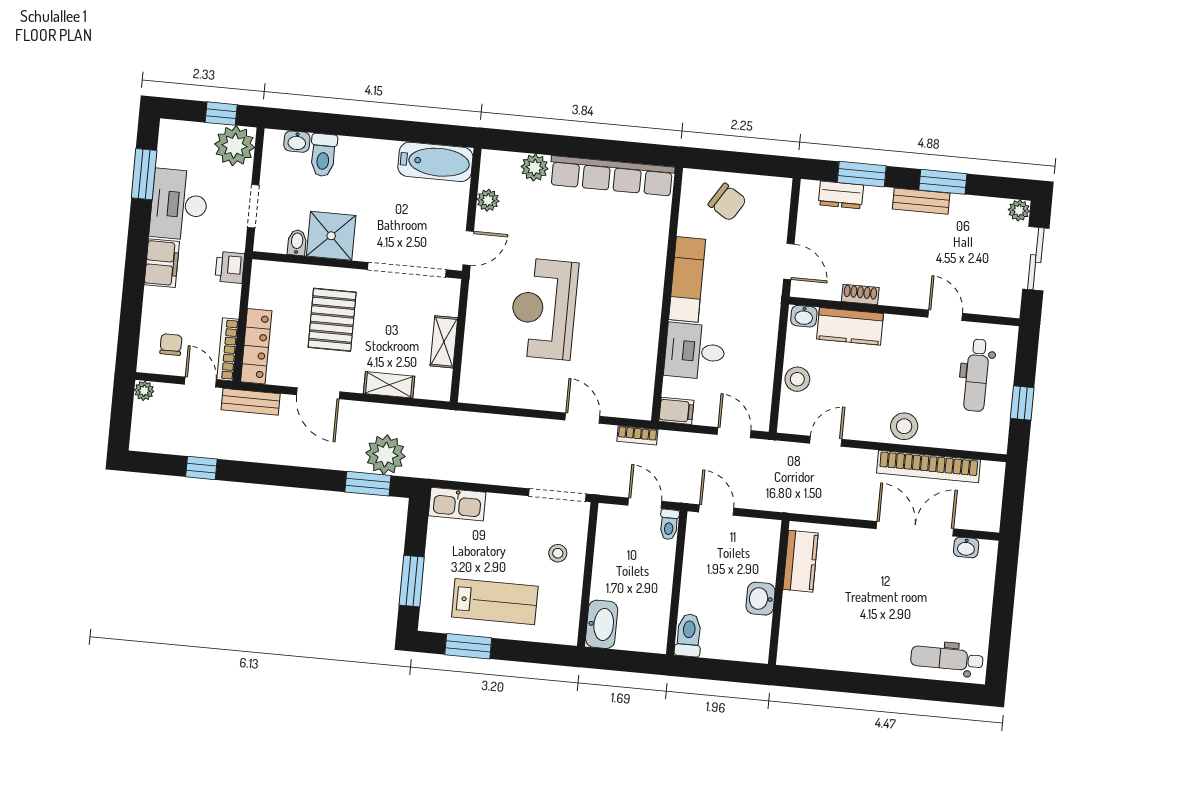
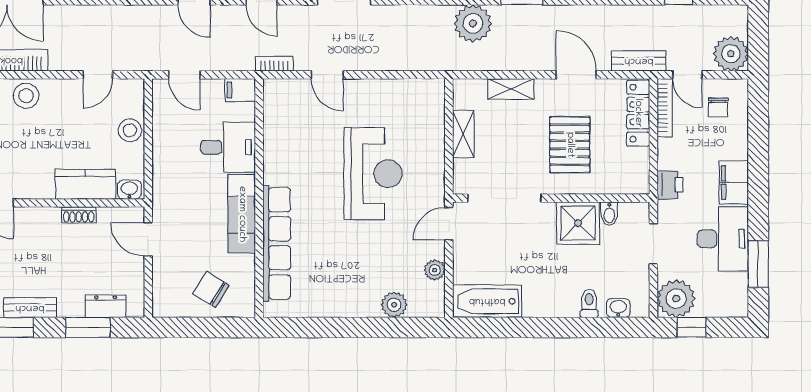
toilet: (323, 155) -> (589, 303), width x0.73, depth x0.72
row of seats: (612, 176) -> (277, 243), moved, turned 90
plant: (144, 391) -> (731, 54), width x1.88, depth x1.88
plant: (385, 455) -> (473, 23), moved

